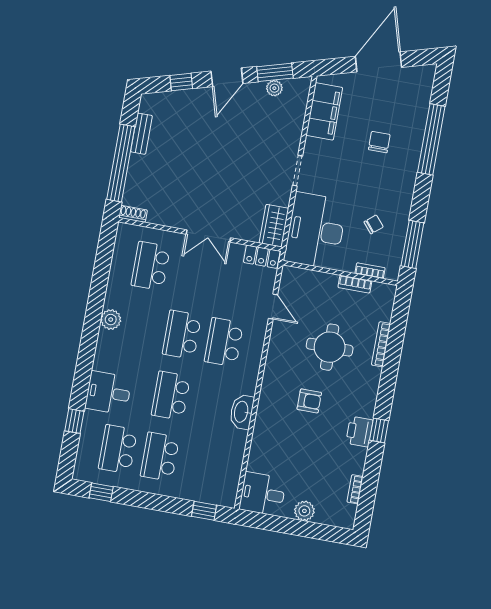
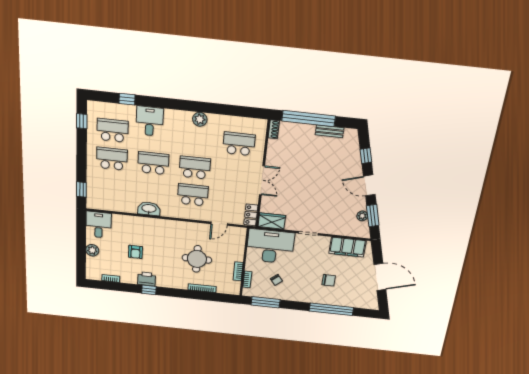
double door: (208, 236) -> (262, 180), swing flipped
armchair: (309, 401) -> (135, 252), moved

